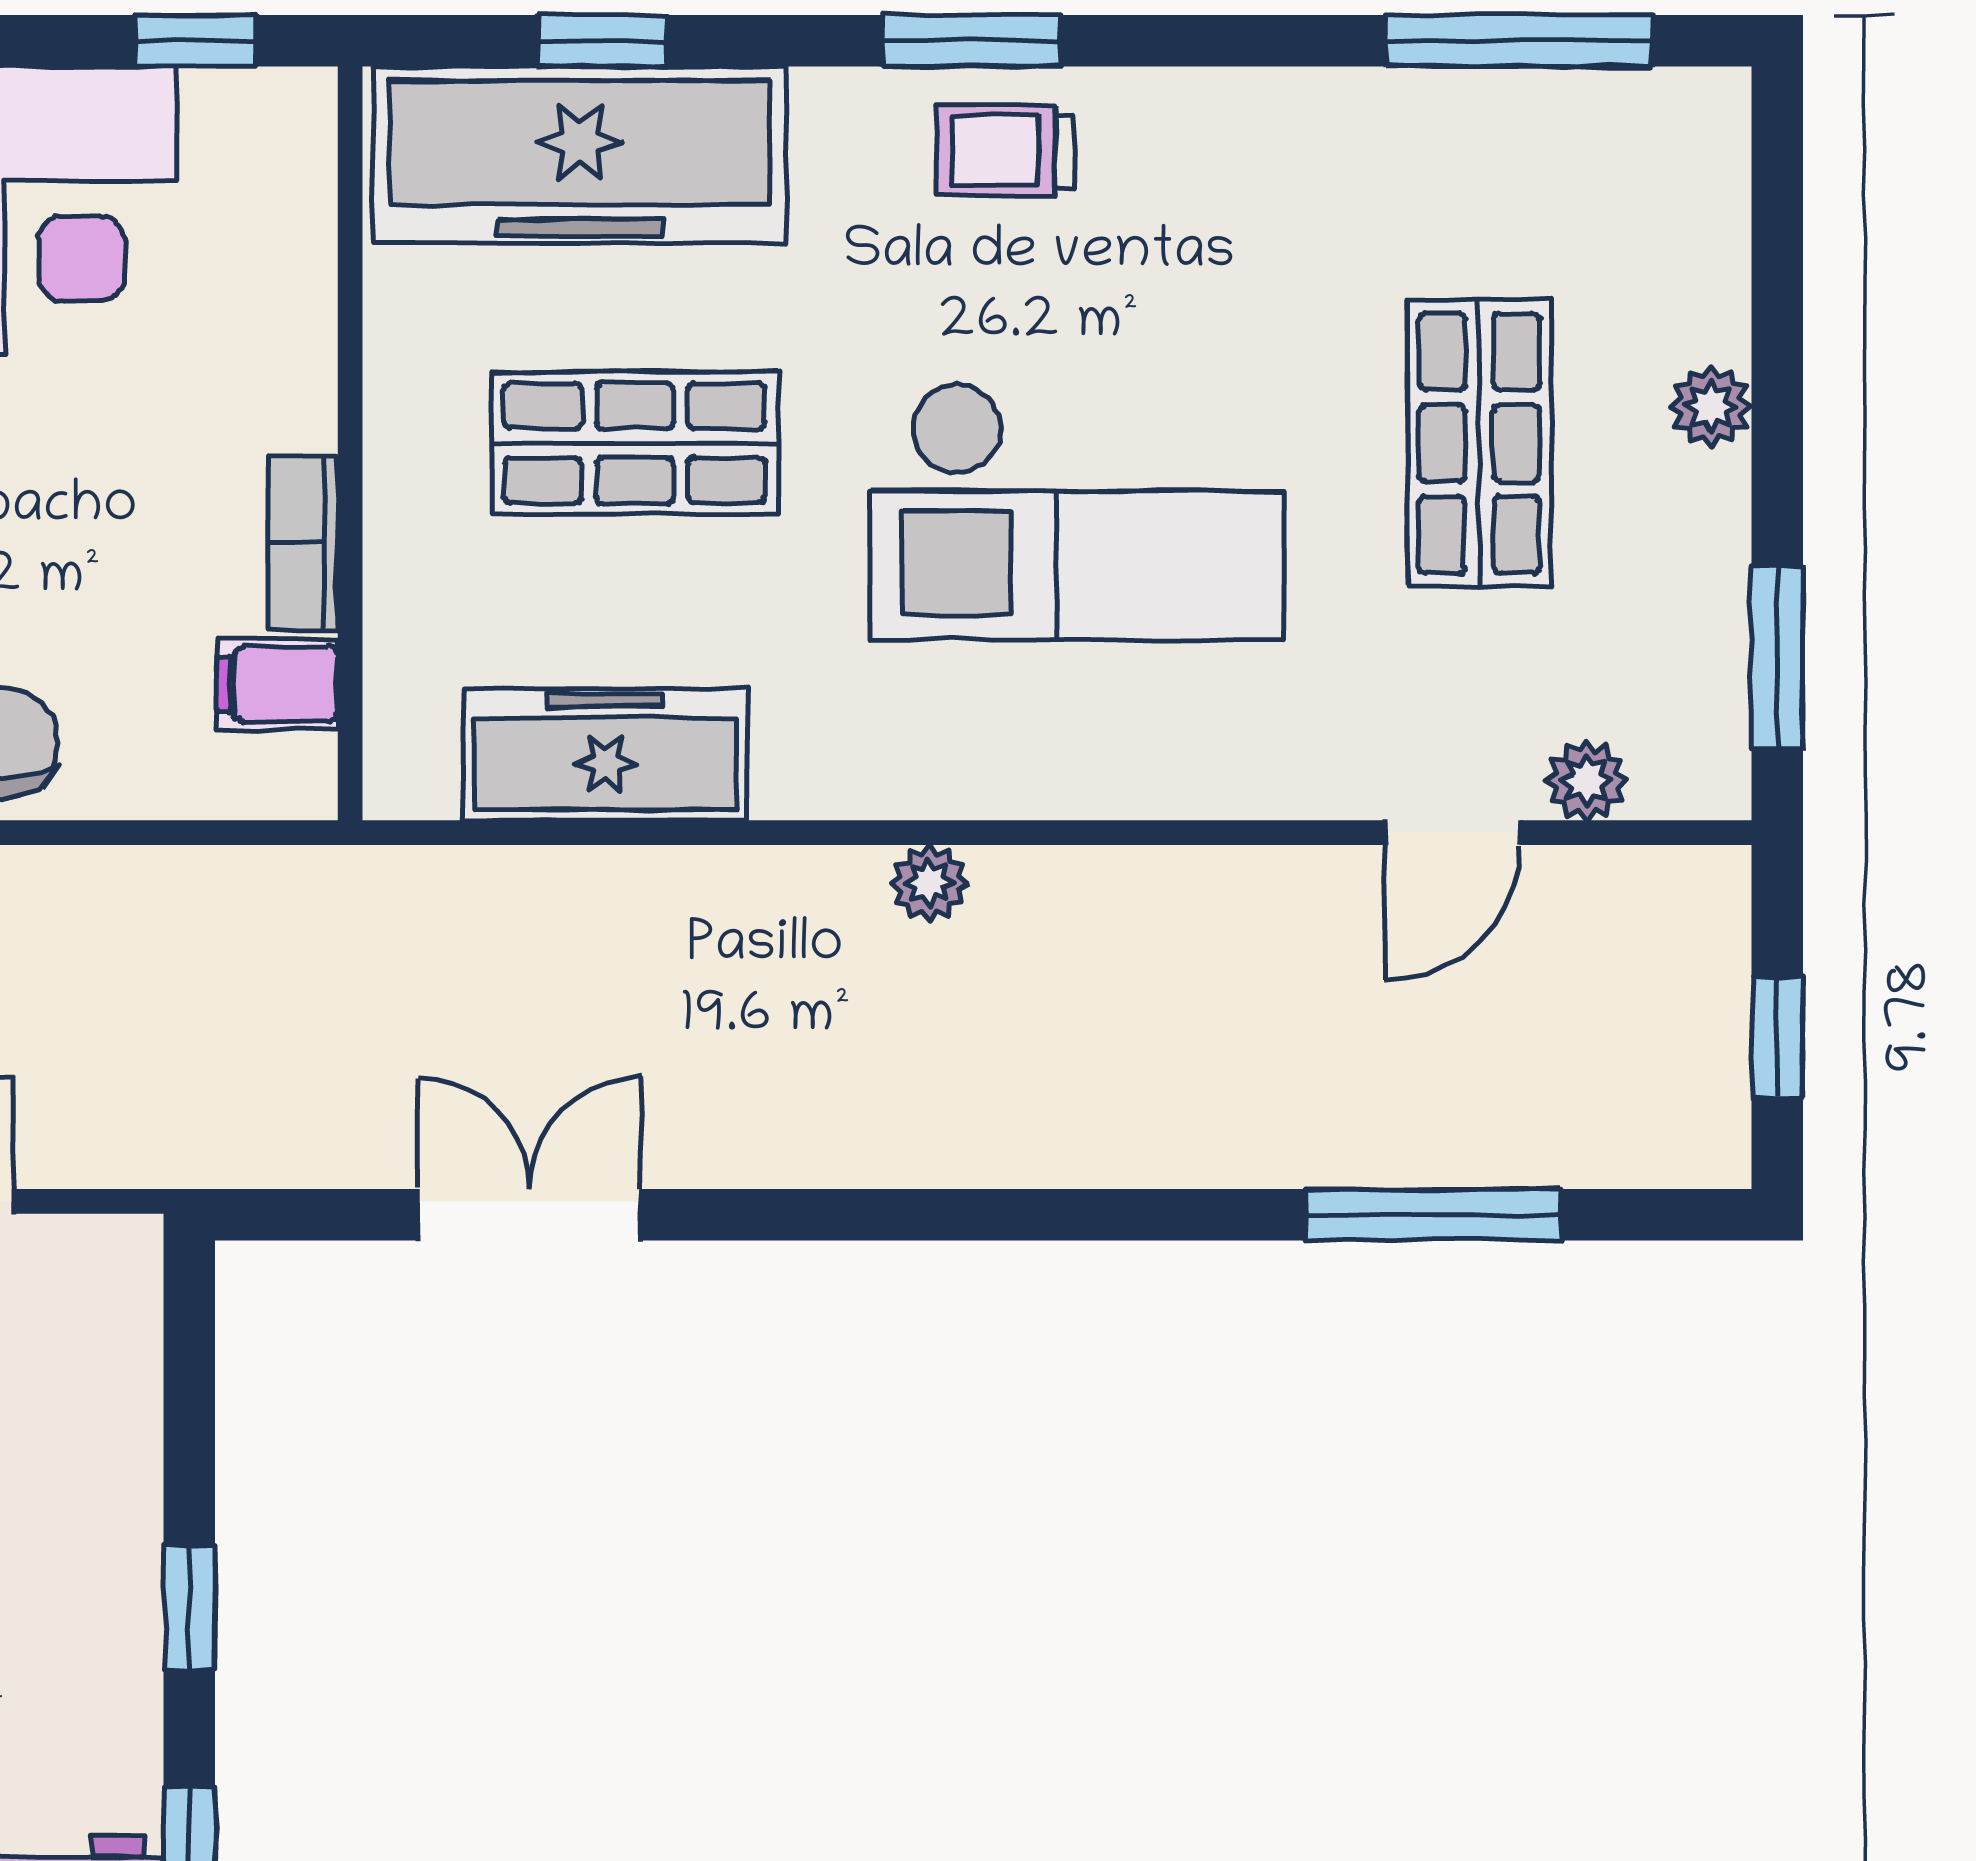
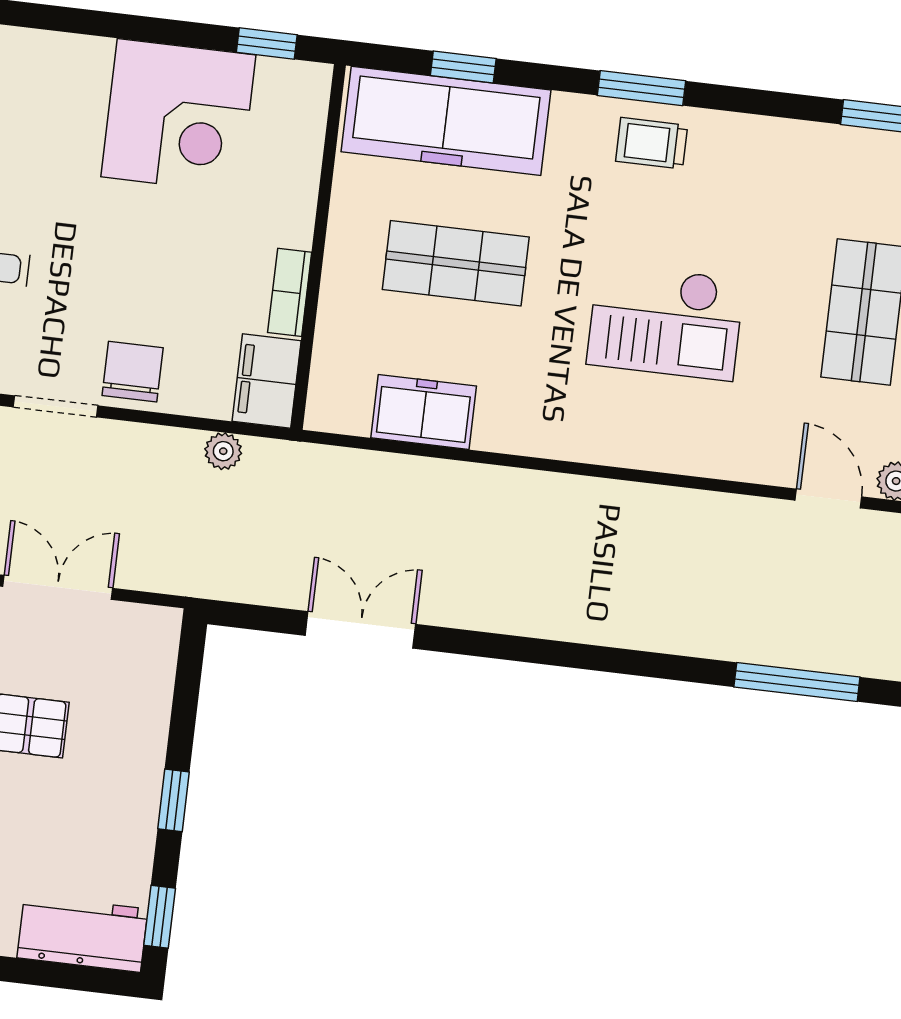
checkout: (1077, 511) -> (665, 322), width x0.73, depth x0.83
filing cabinet: (277, 684) -> (267, 381), width x2.00
freezer: (605, 754) -> (424, 412), width x0.71
door: (1452, 833) -> (828, 499), swing flipped
plant: (929, 883) -> (223, 451), moved

